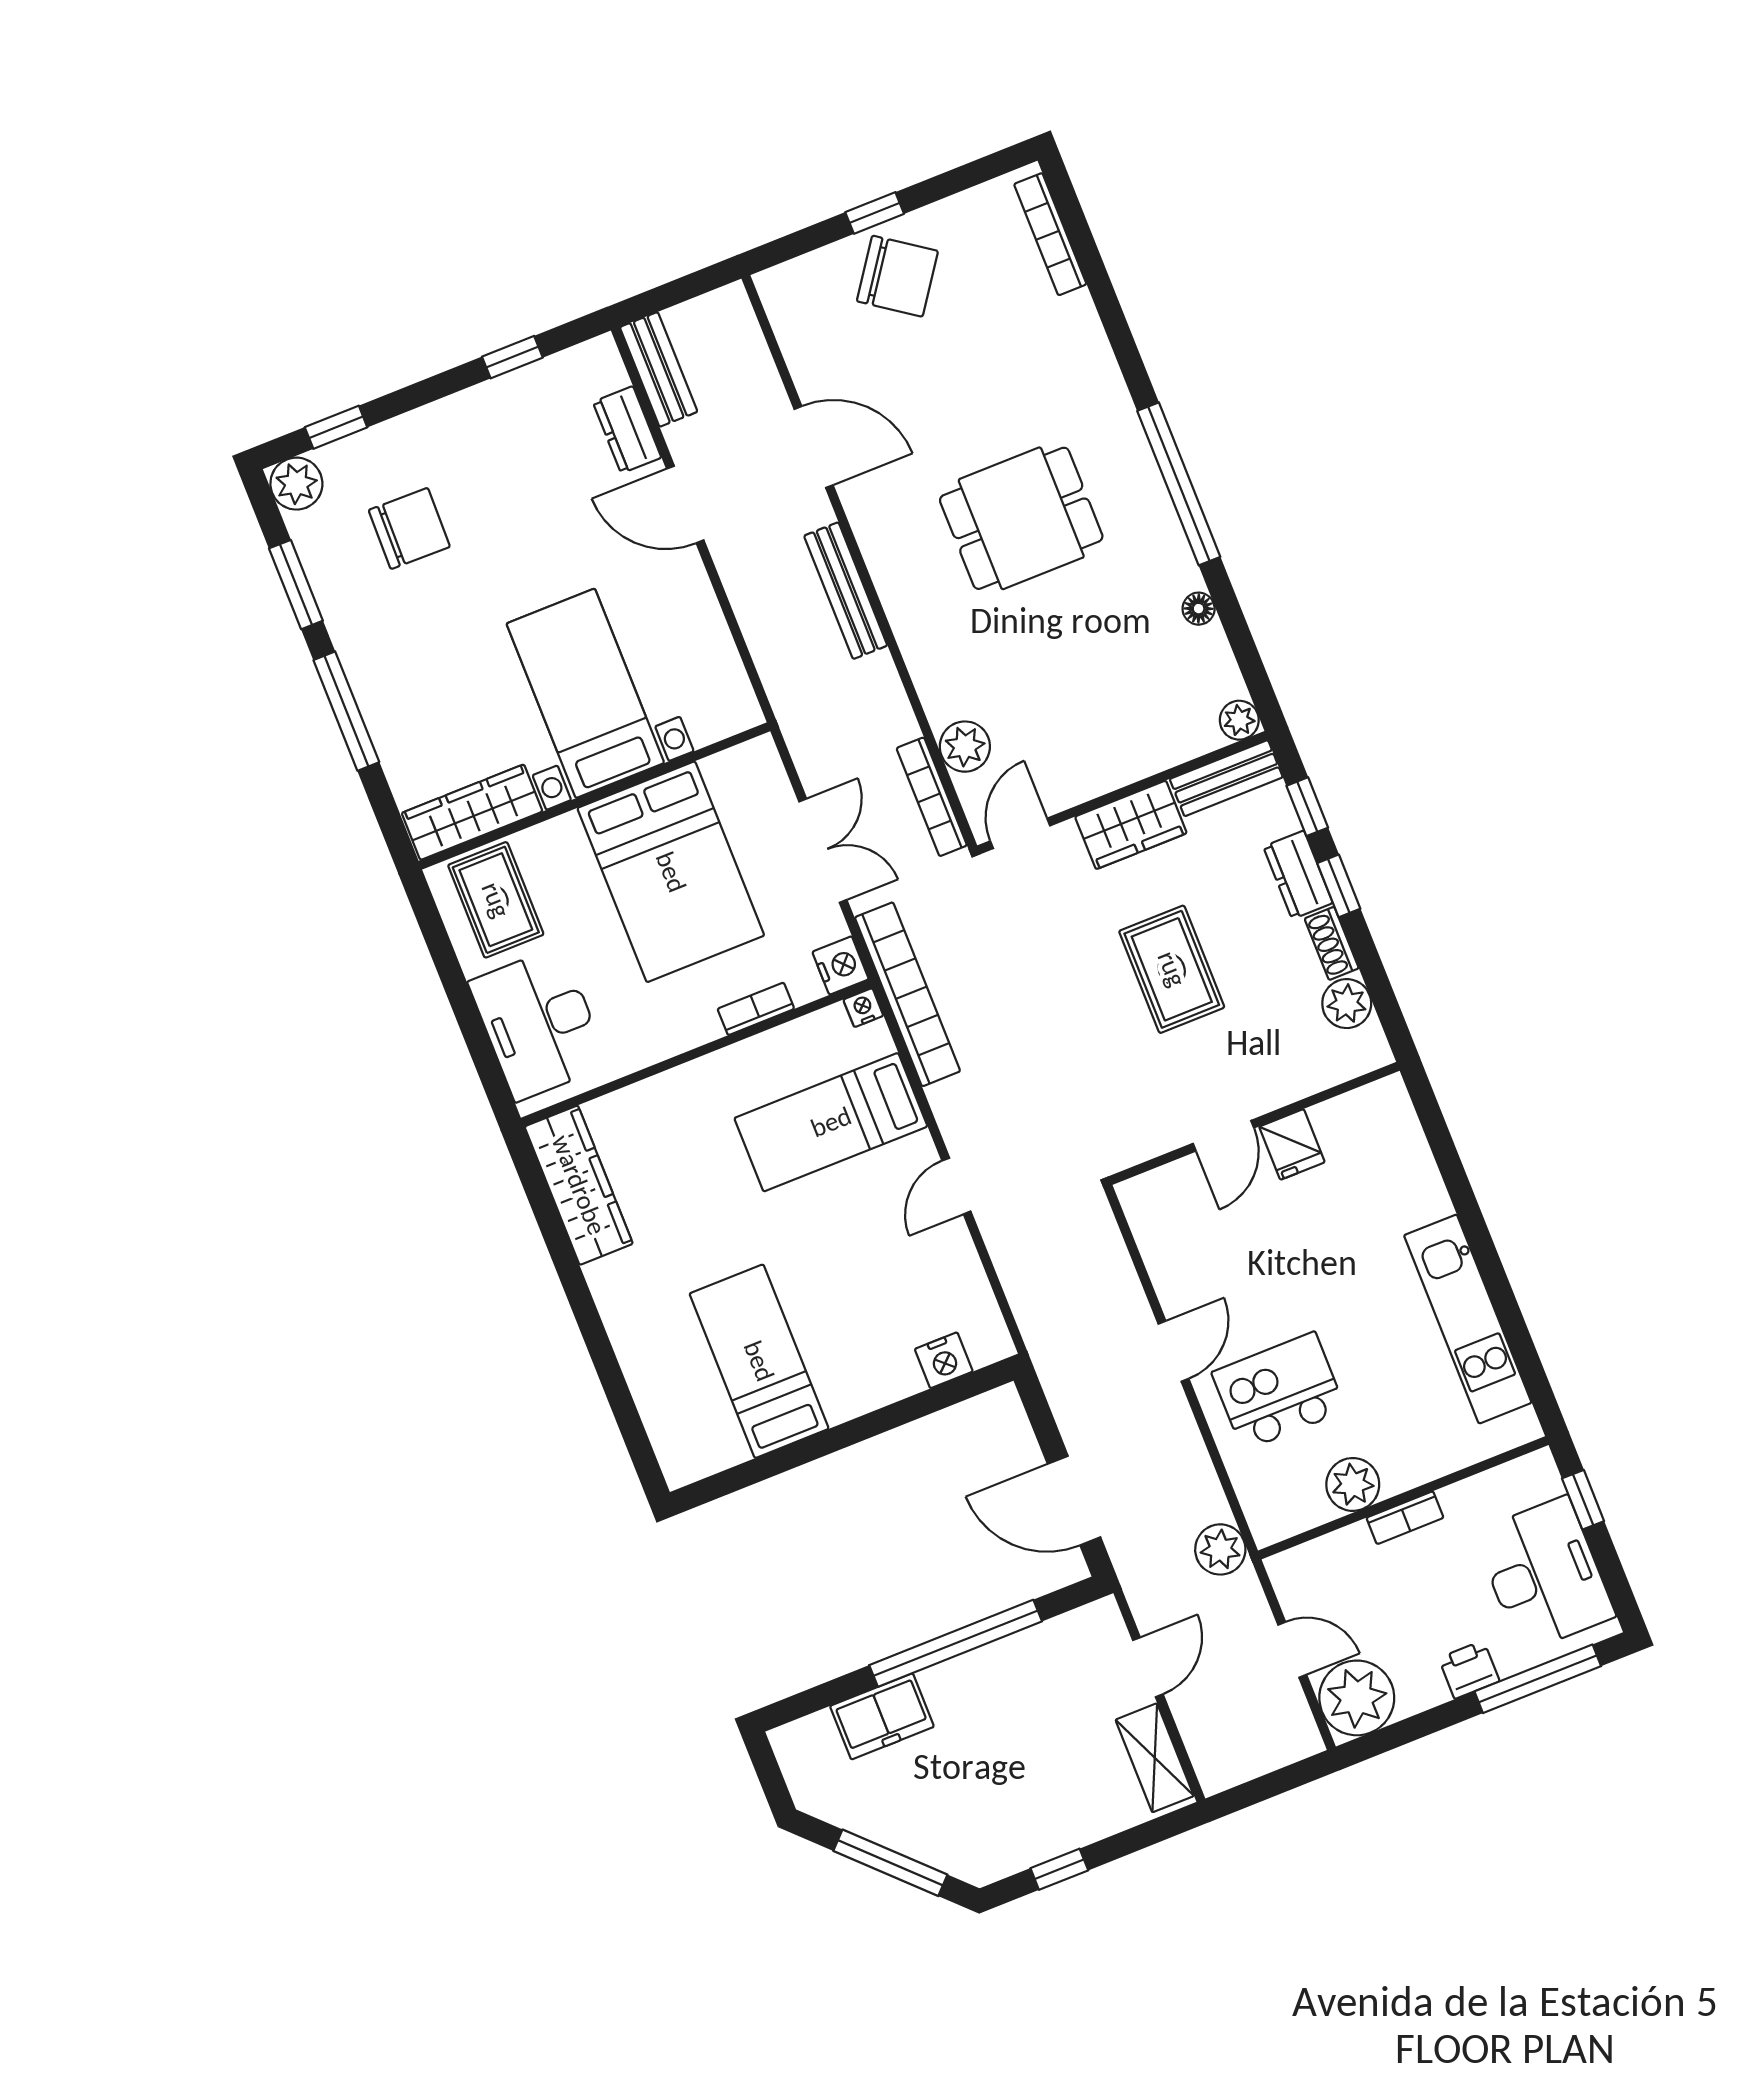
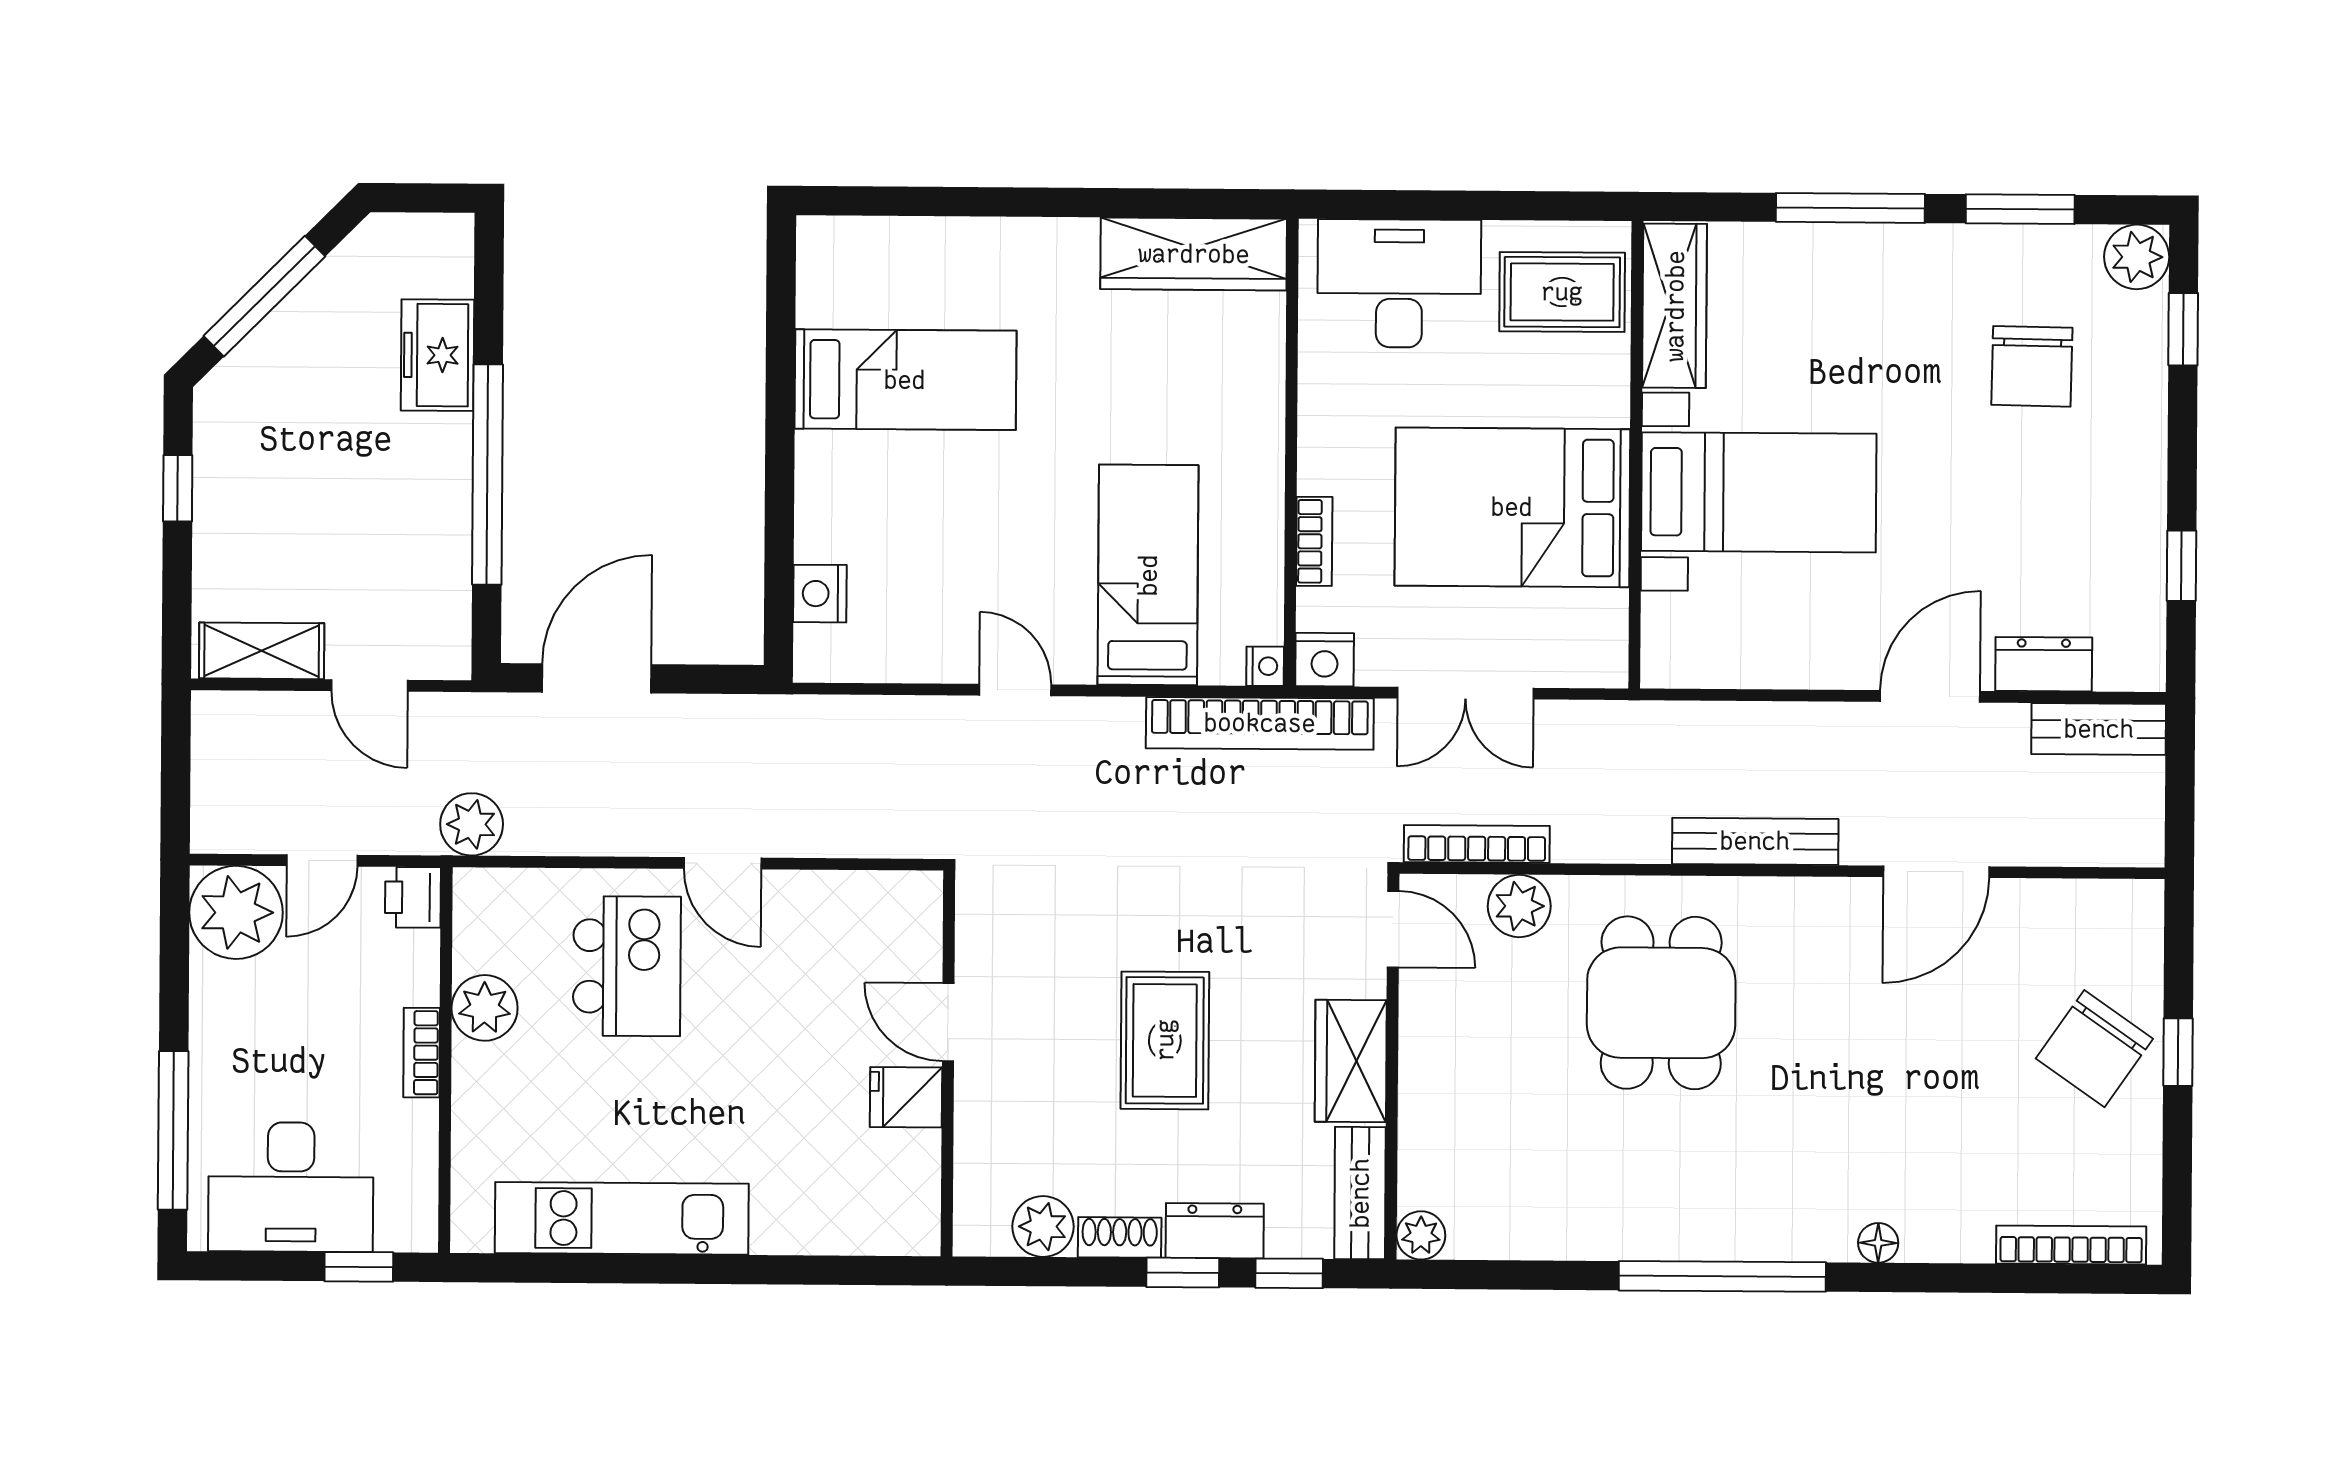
dining table: (1021, 518) -> (1661, 1003), moved
floor lamp: (1199, 609) -> (1878, 1243), moved
rug: (1172, 969) -> (1165, 1040), turned 90
printer: (1469, 1670) -> (413, 897), moved, turned 180

